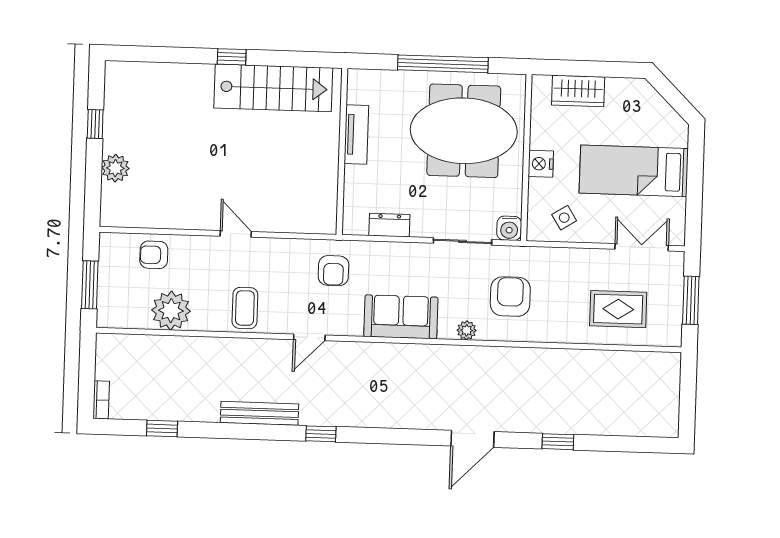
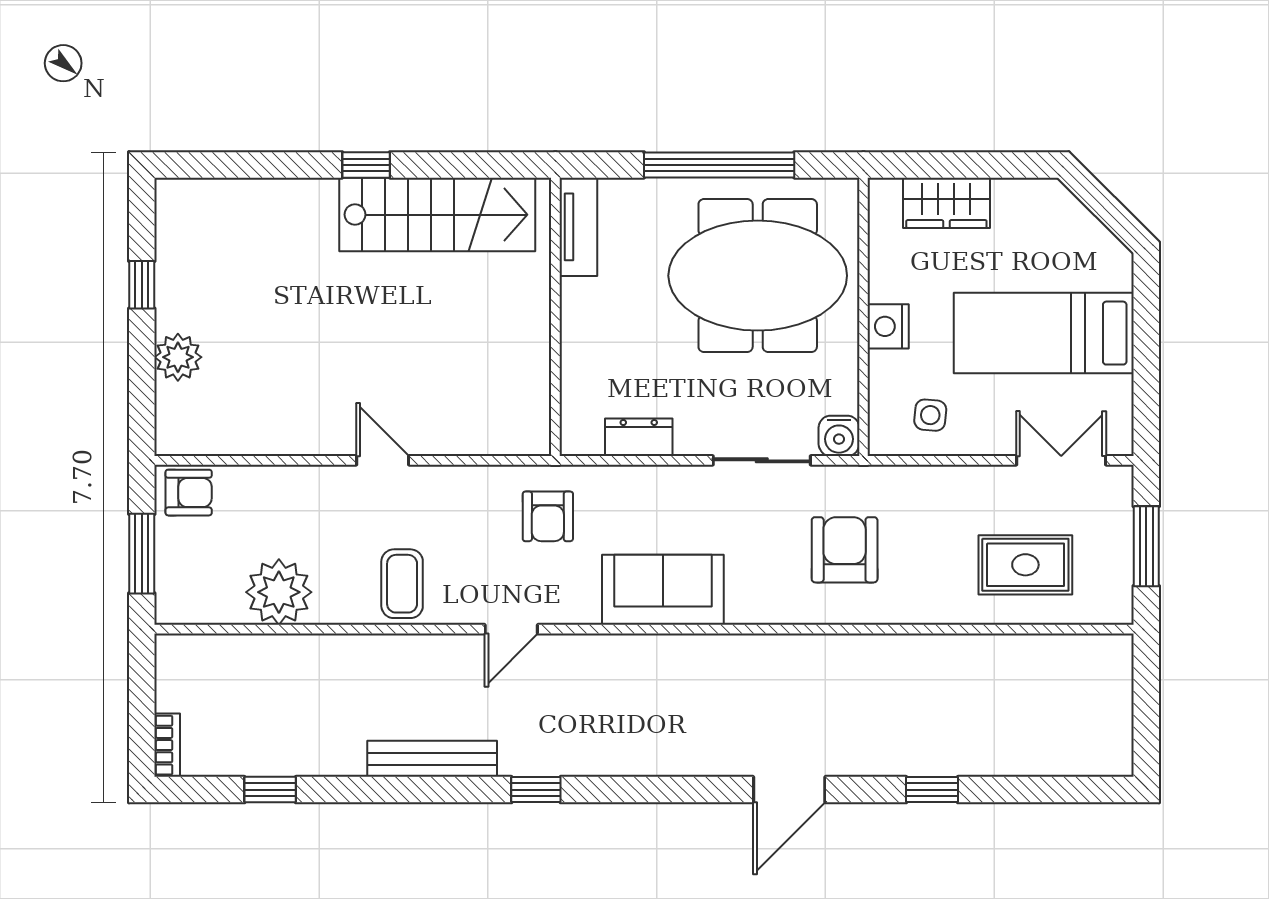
tv unit: (356, 134) -> (578, 227), moved
side table: (564, 218) -> (930, 415), turned 37
armchair: (154, 255) -> (189, 493), moved, turned 180
plant: (467, 330) -> (774, 609), removed

